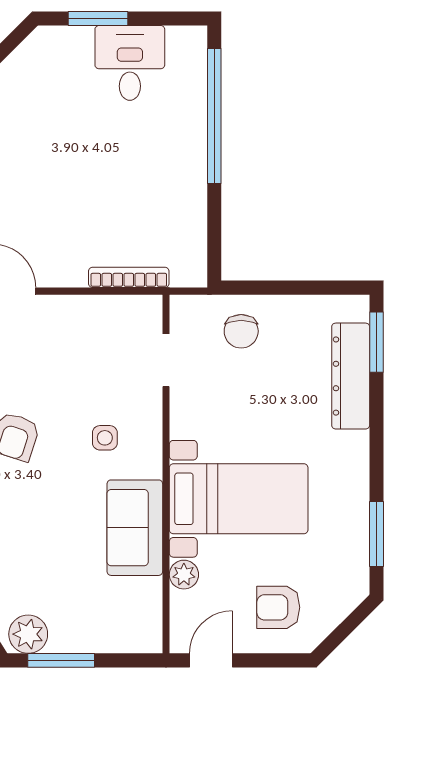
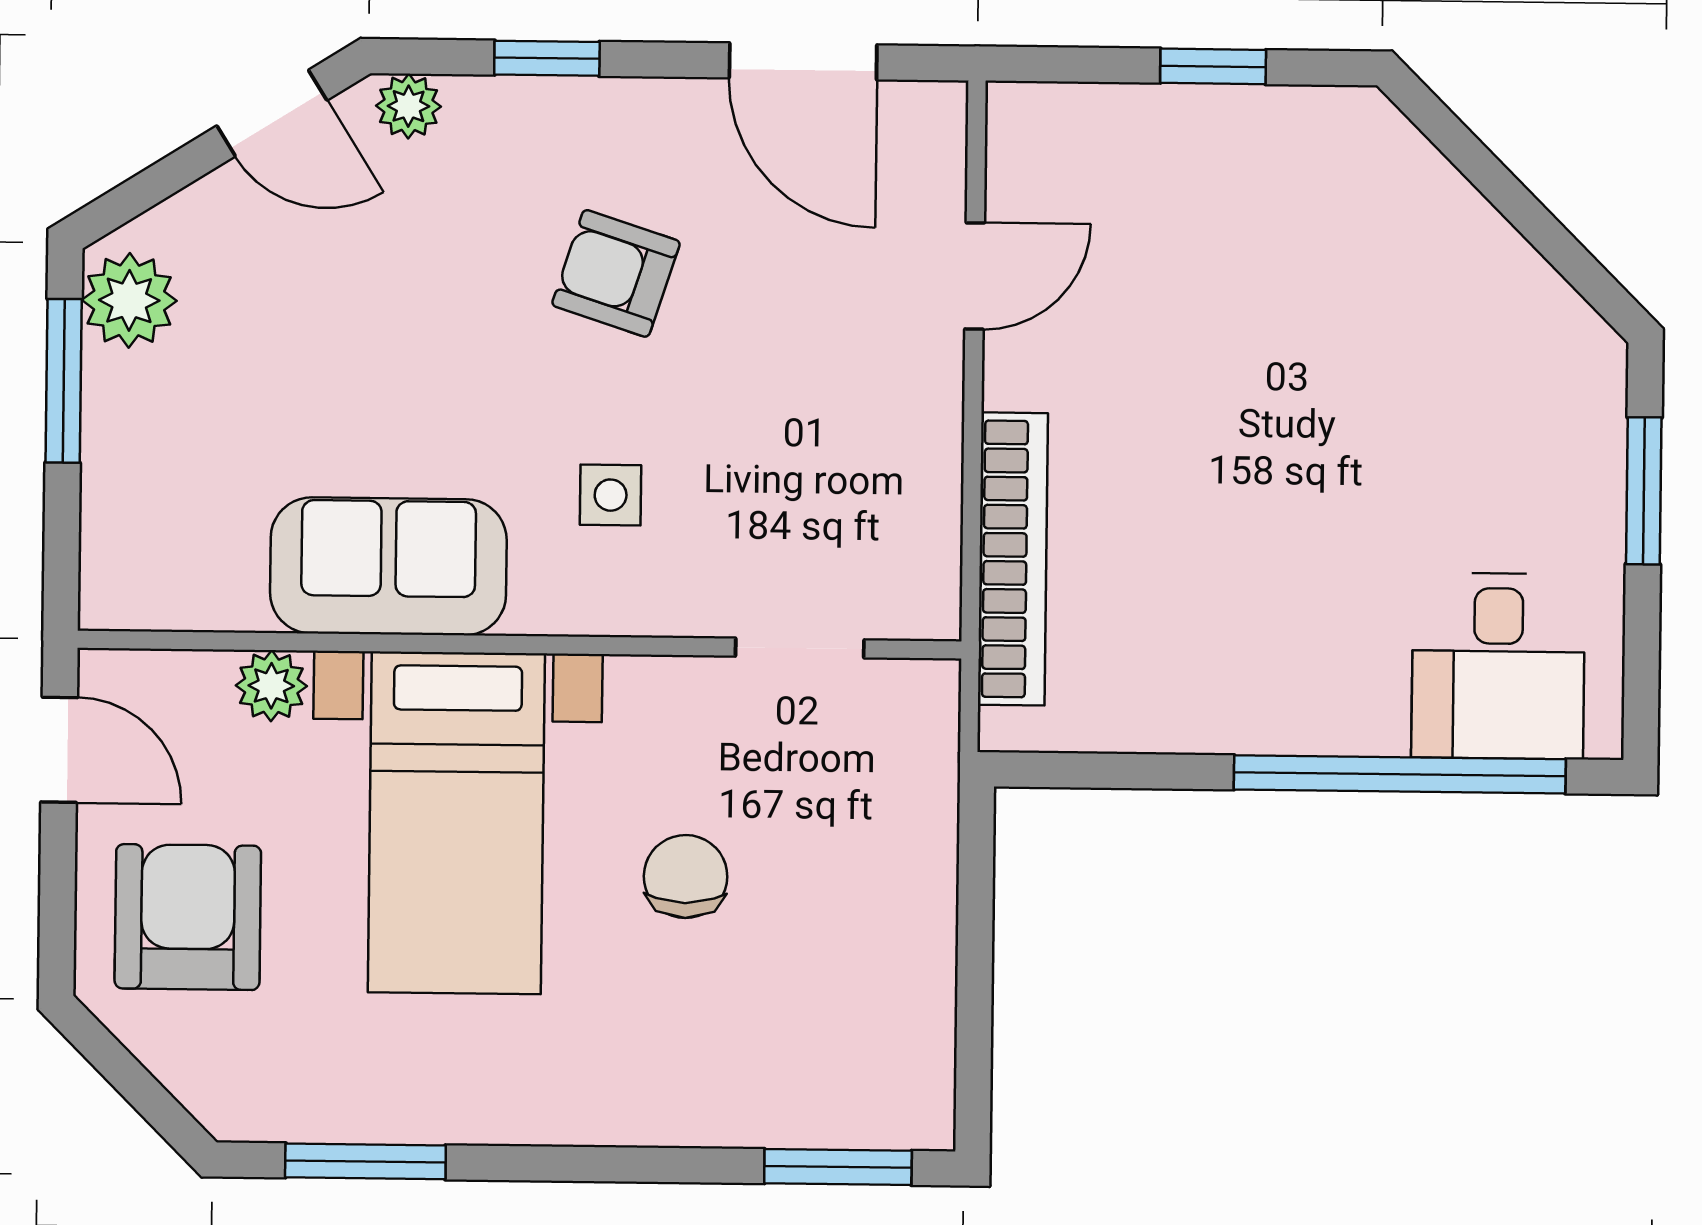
desk: (130, 63) -> (1498, 666), moved, turned 90
bookcase: (129, 277) -> (1013, 559), width x1.48, depth x1.31
chair: (241, 331) -> (686, 876), moved, turned 90
dresser: (351, 376) -> (755, 1102), removed
armchair: (278, 607) -> (188, 917), width x1.38, depth x1.38

